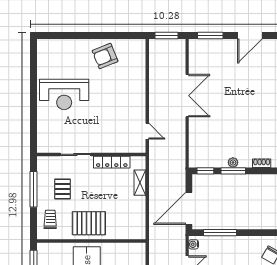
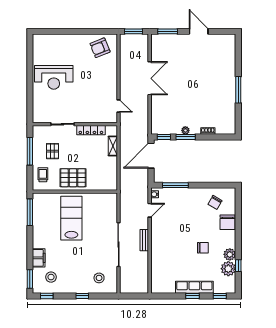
door: (250, 36) -> (199, 31), swing flipped
armchair: (105, 56) -> (100, 48), moved
door: (189, 208) -> (151, 156), moved

